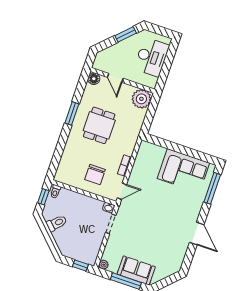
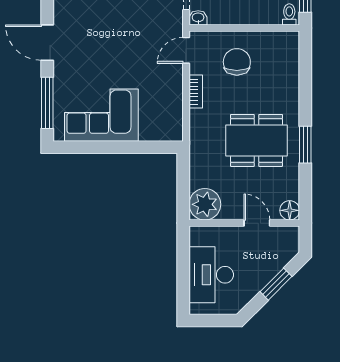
window: (126, 34) -> (276, 284), moved
dining table: (99, 125) -> (256, 140), width x1.38
door: (197, 234) -> (47, 43), moved

